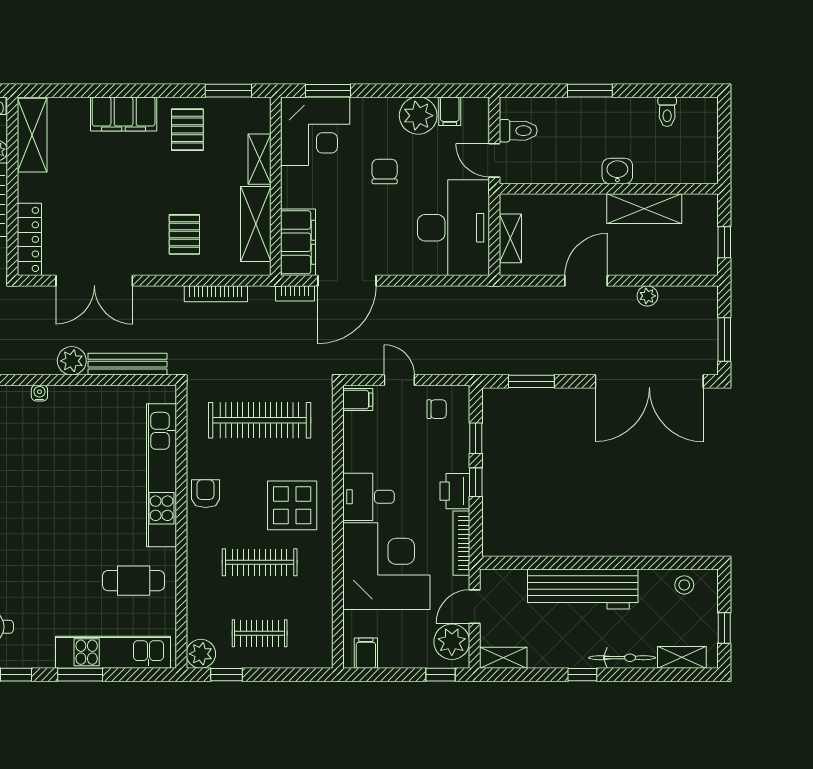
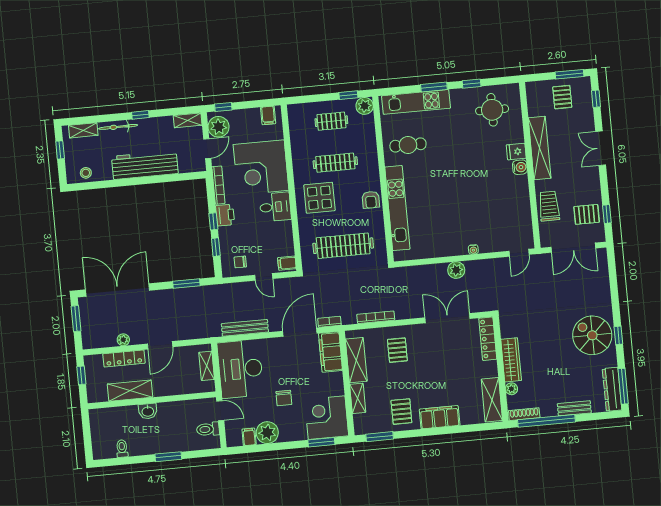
locker: (649, 264) -> (124, 358), added
bench: (127, 364) -> (245, 328), moved

